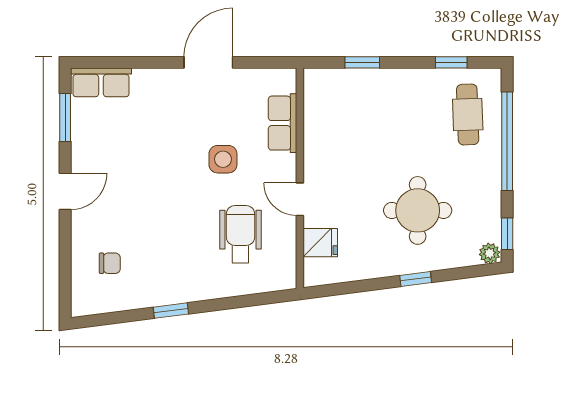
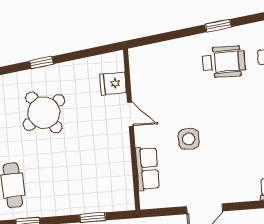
round table: (418, 210) -> (44, 113), turned -35
wheelchair: (240, 234) -> (224, 62), moved, turned -90

